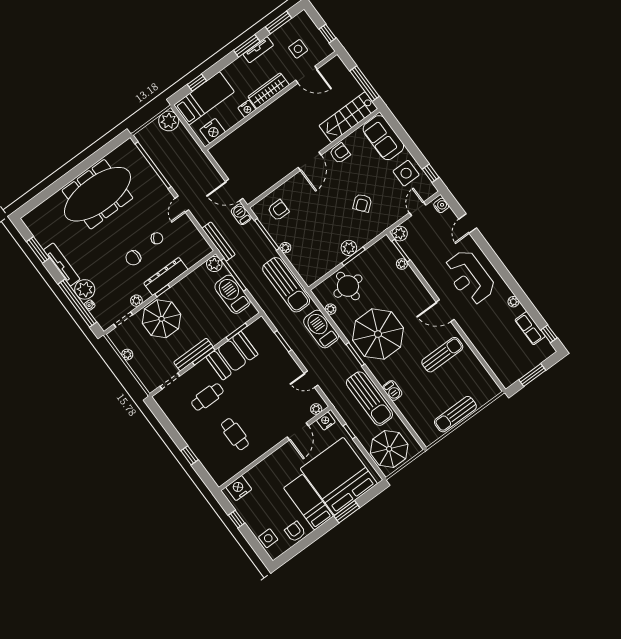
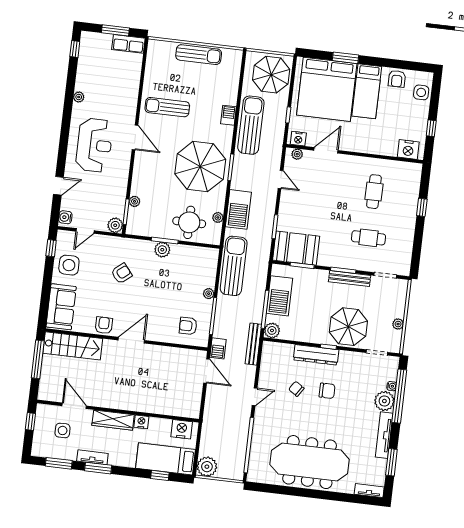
armchair: (340, 153) -> (104, 325), turned 90
tv unit: (35, 214) -> (369, 491), added
plant: (136, 301) -> (354, 357), removed
row of seats: (530, 328) -> (128, 44), moved, turned 90
booth: (232, 356) -> (296, 248), moved

